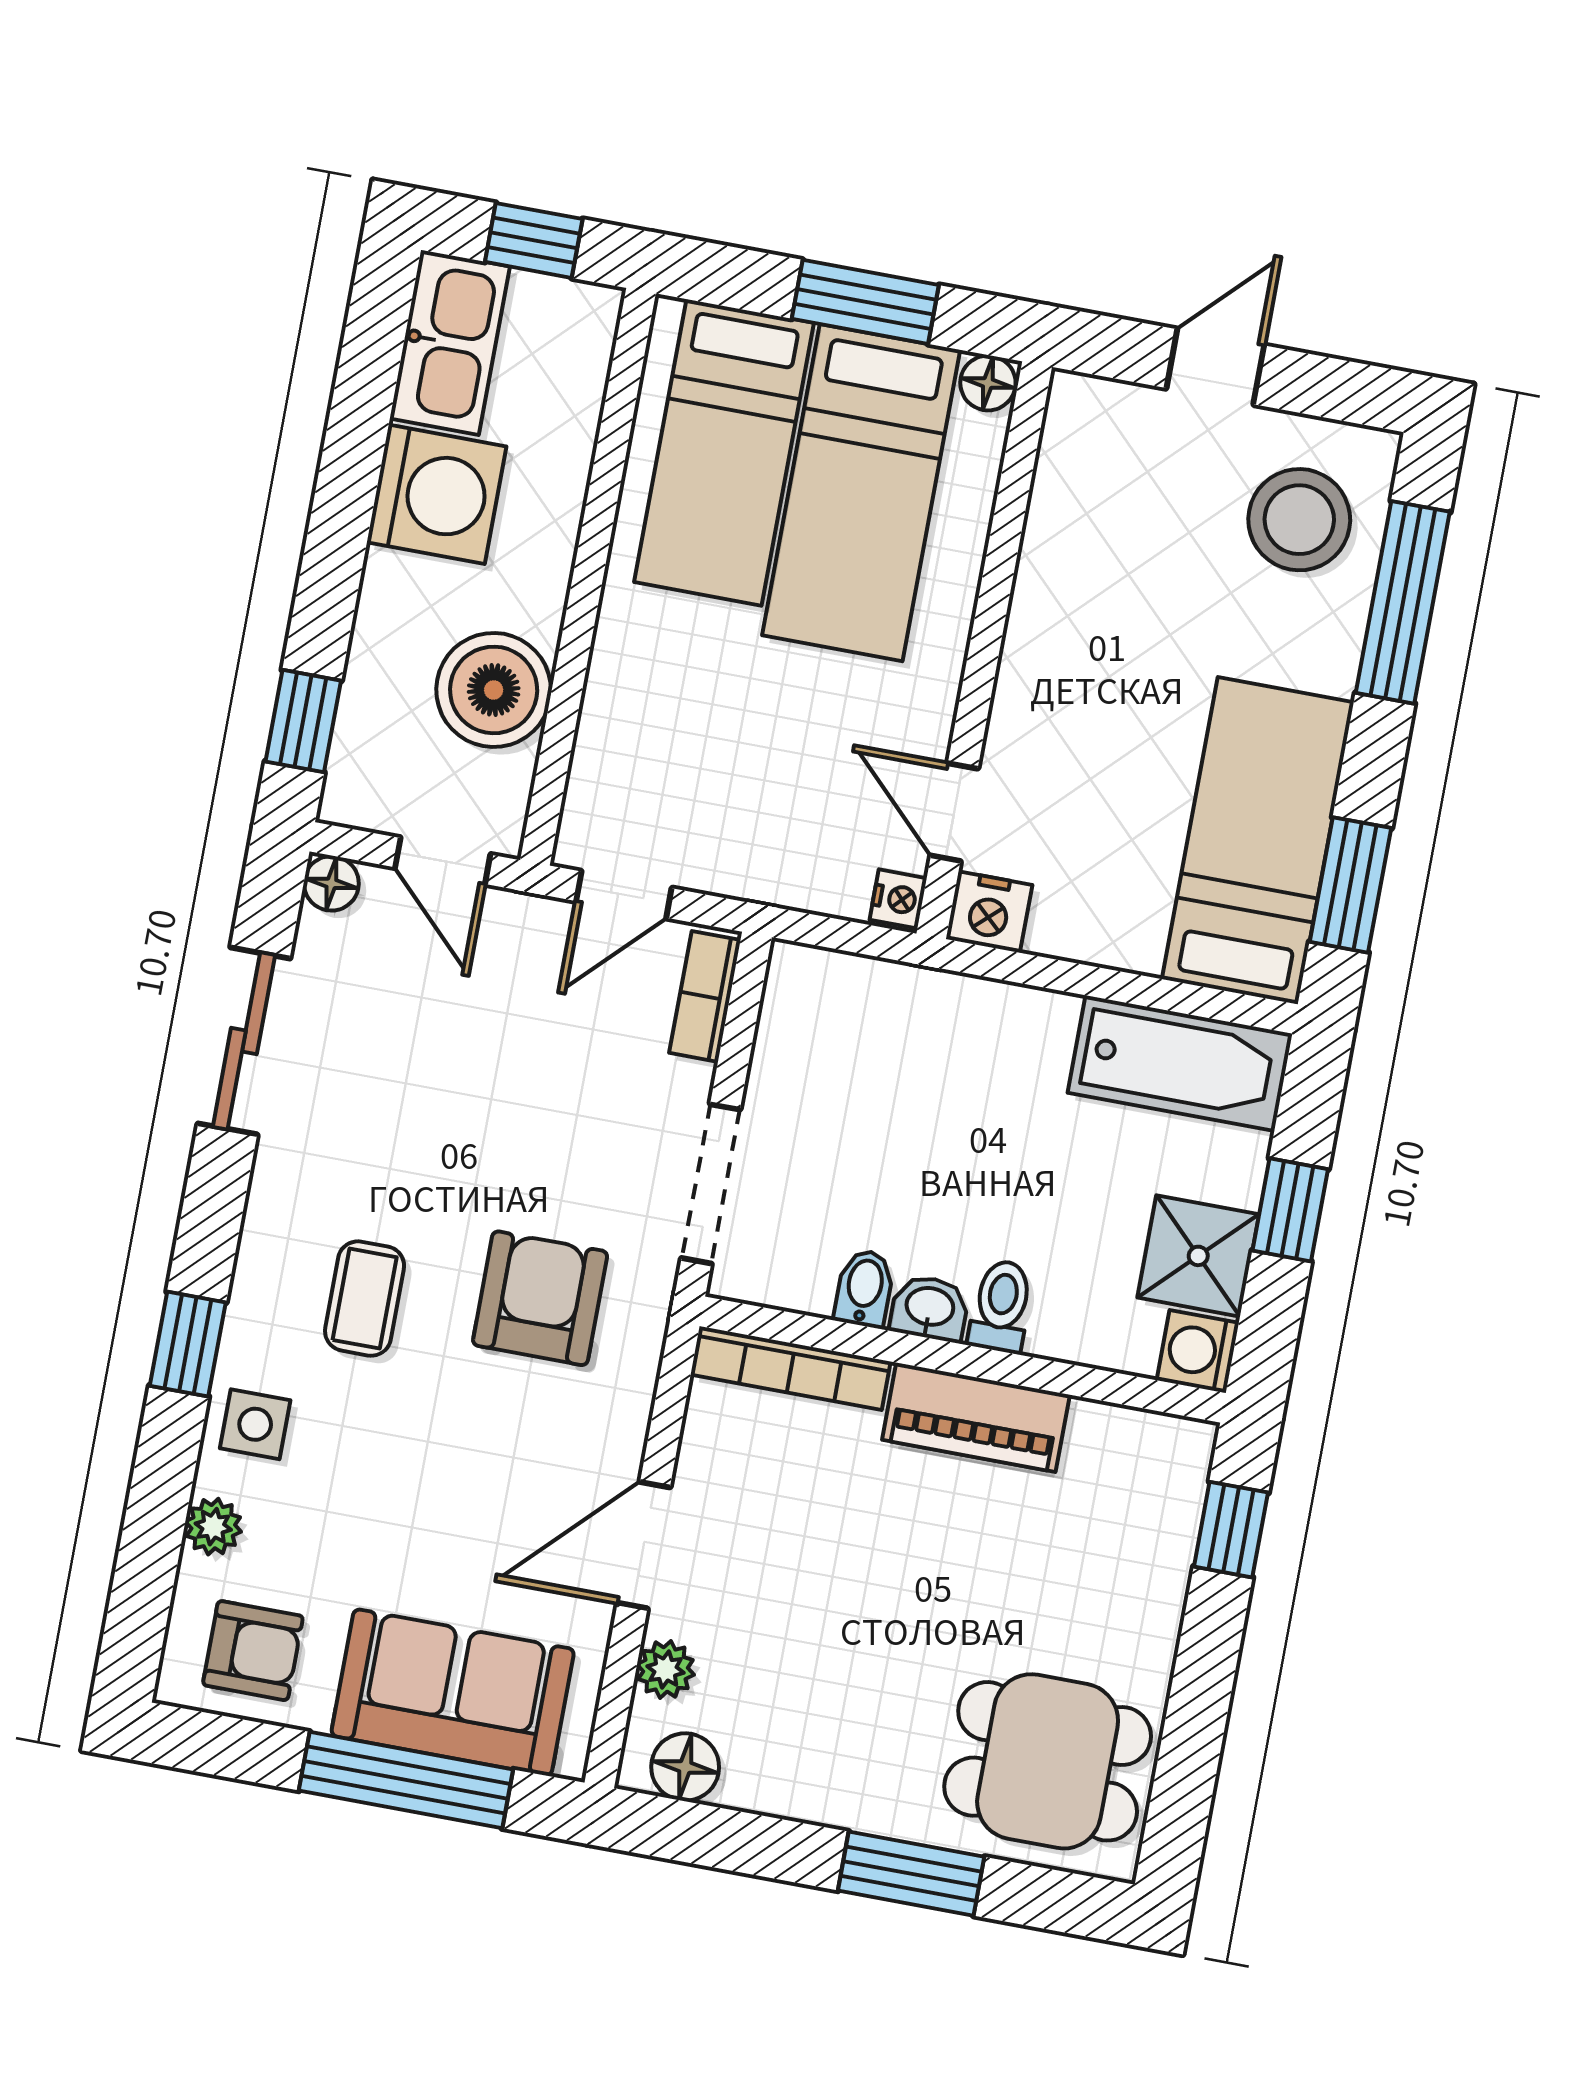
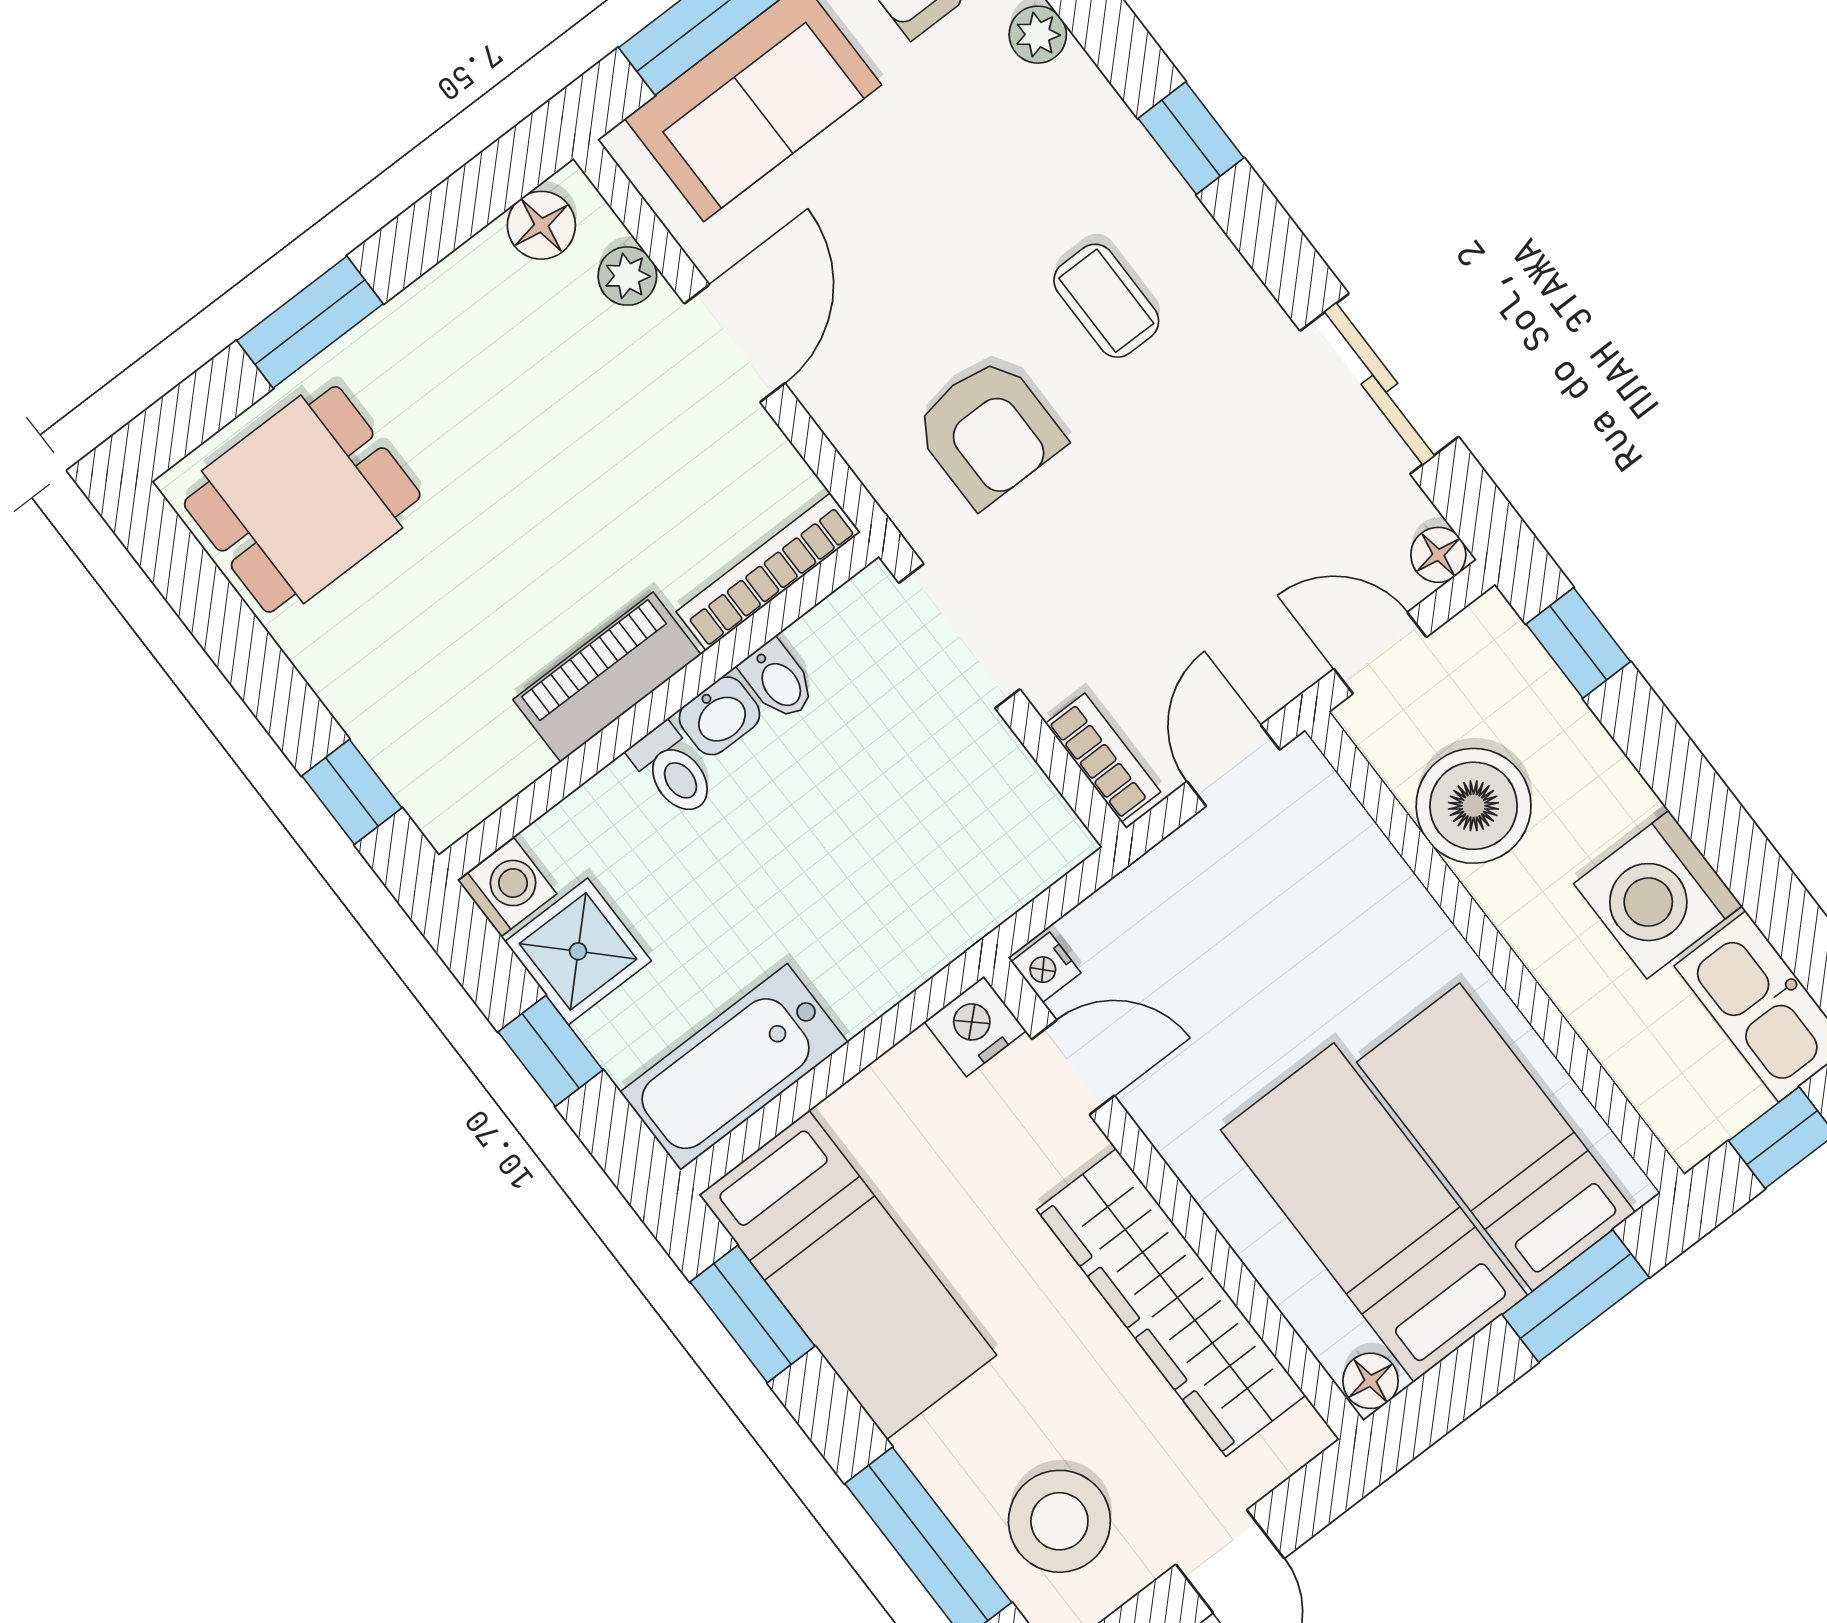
window: (865, 302) -> (1576, 1296), moved
wardrobe: (1063, 583) -> (1171, 1302), added
side table: (255, 1424) -> (1086, 135), removed

